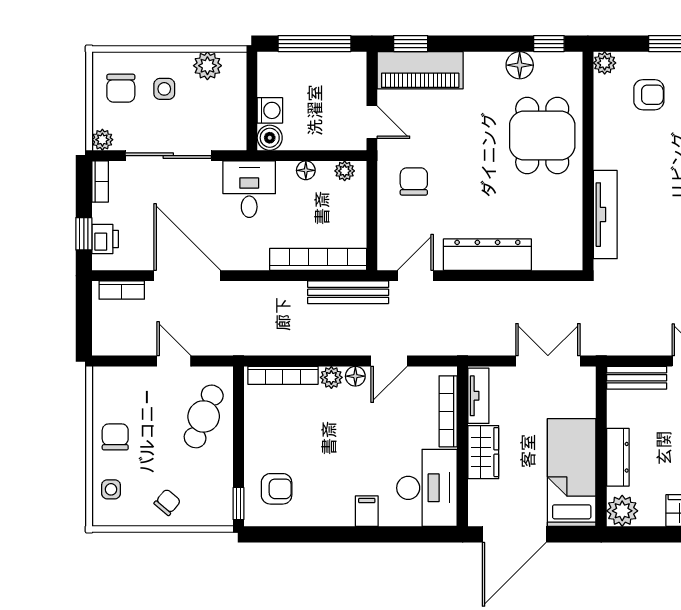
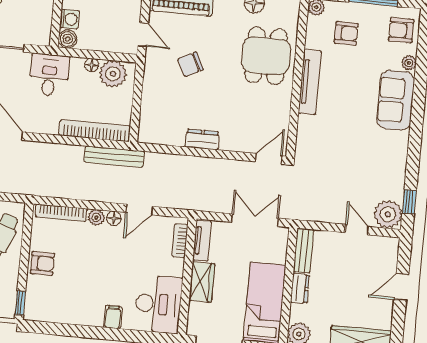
plant: (345, 171) -> (113, 74), width x1.88, depth x1.88
chair: (414, 181) -> (191, 64), moved, turned -117
tv unit: (605, 215) -> (310, 82), moved
dresser: (487, 255) -> (202, 139), width x0.51, depth x0.80
door: (415, 276) -> (269, 159), moved
bench: (637, 378) -> (304, 251), moved, turned 90
bookcase: (448, 411) -> (180, 241), width x0.64
dresser: (618, 457) -> (300, 288), width x0.70
armchair: (277, 489) -> (42, 264), moved

